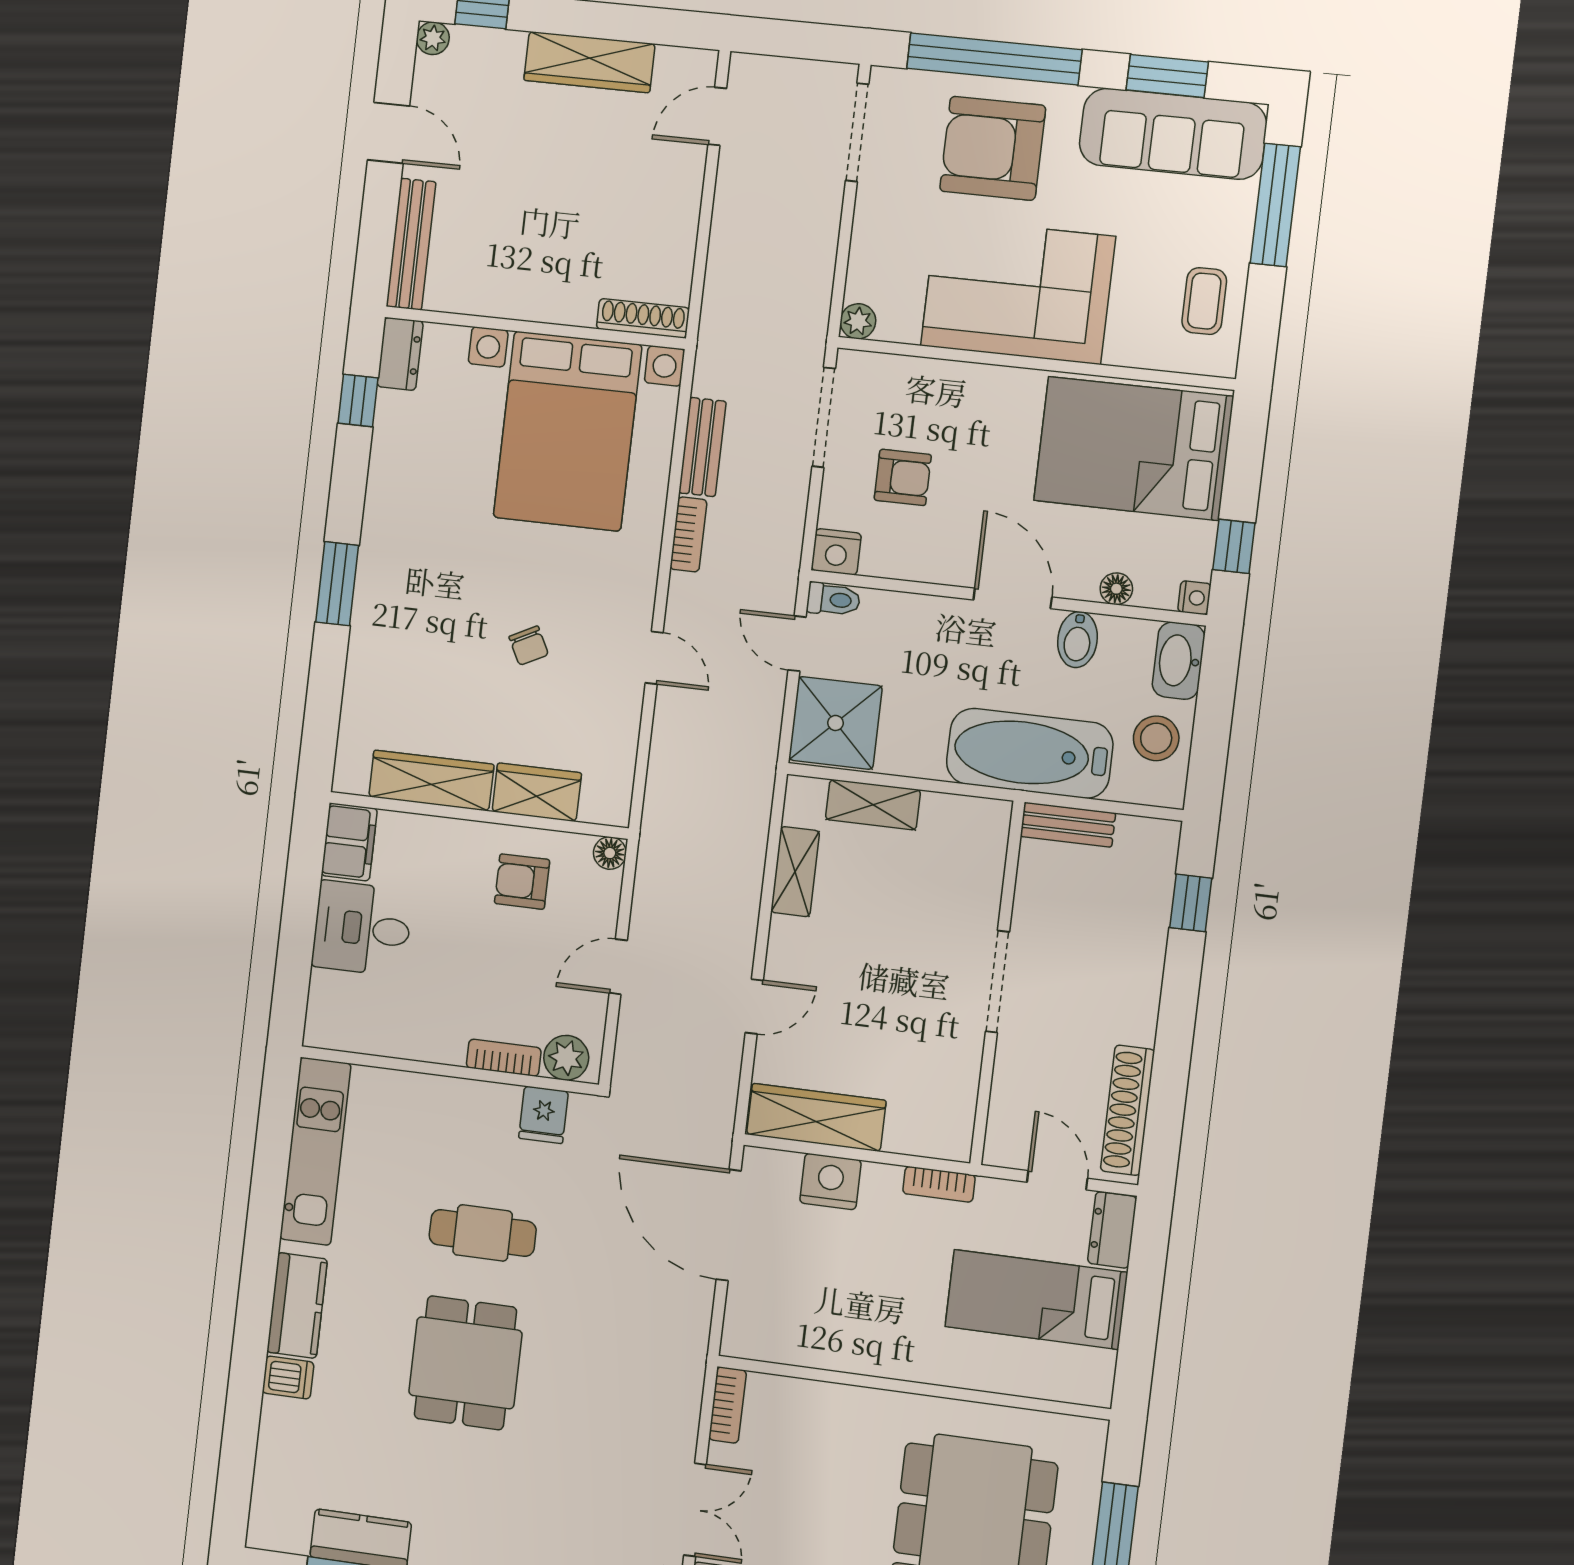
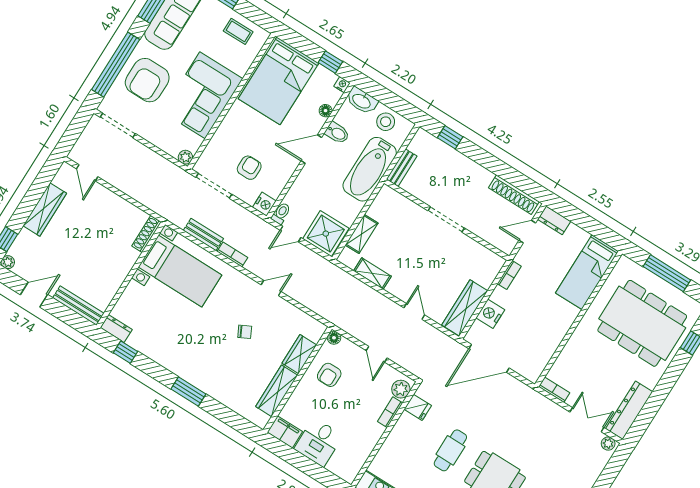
bed with nightstands: (567, 431) -> (180, 271), width x0.73
bed: (1036, 1299) -> (587, 272), moved

